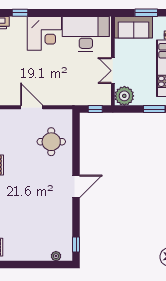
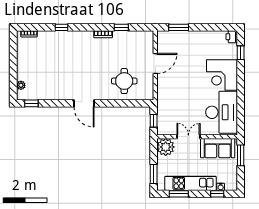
window: (146, 13) -> (241, 155), moved
sofa: (134, 27) -> (218, 148), moved, turned -90

